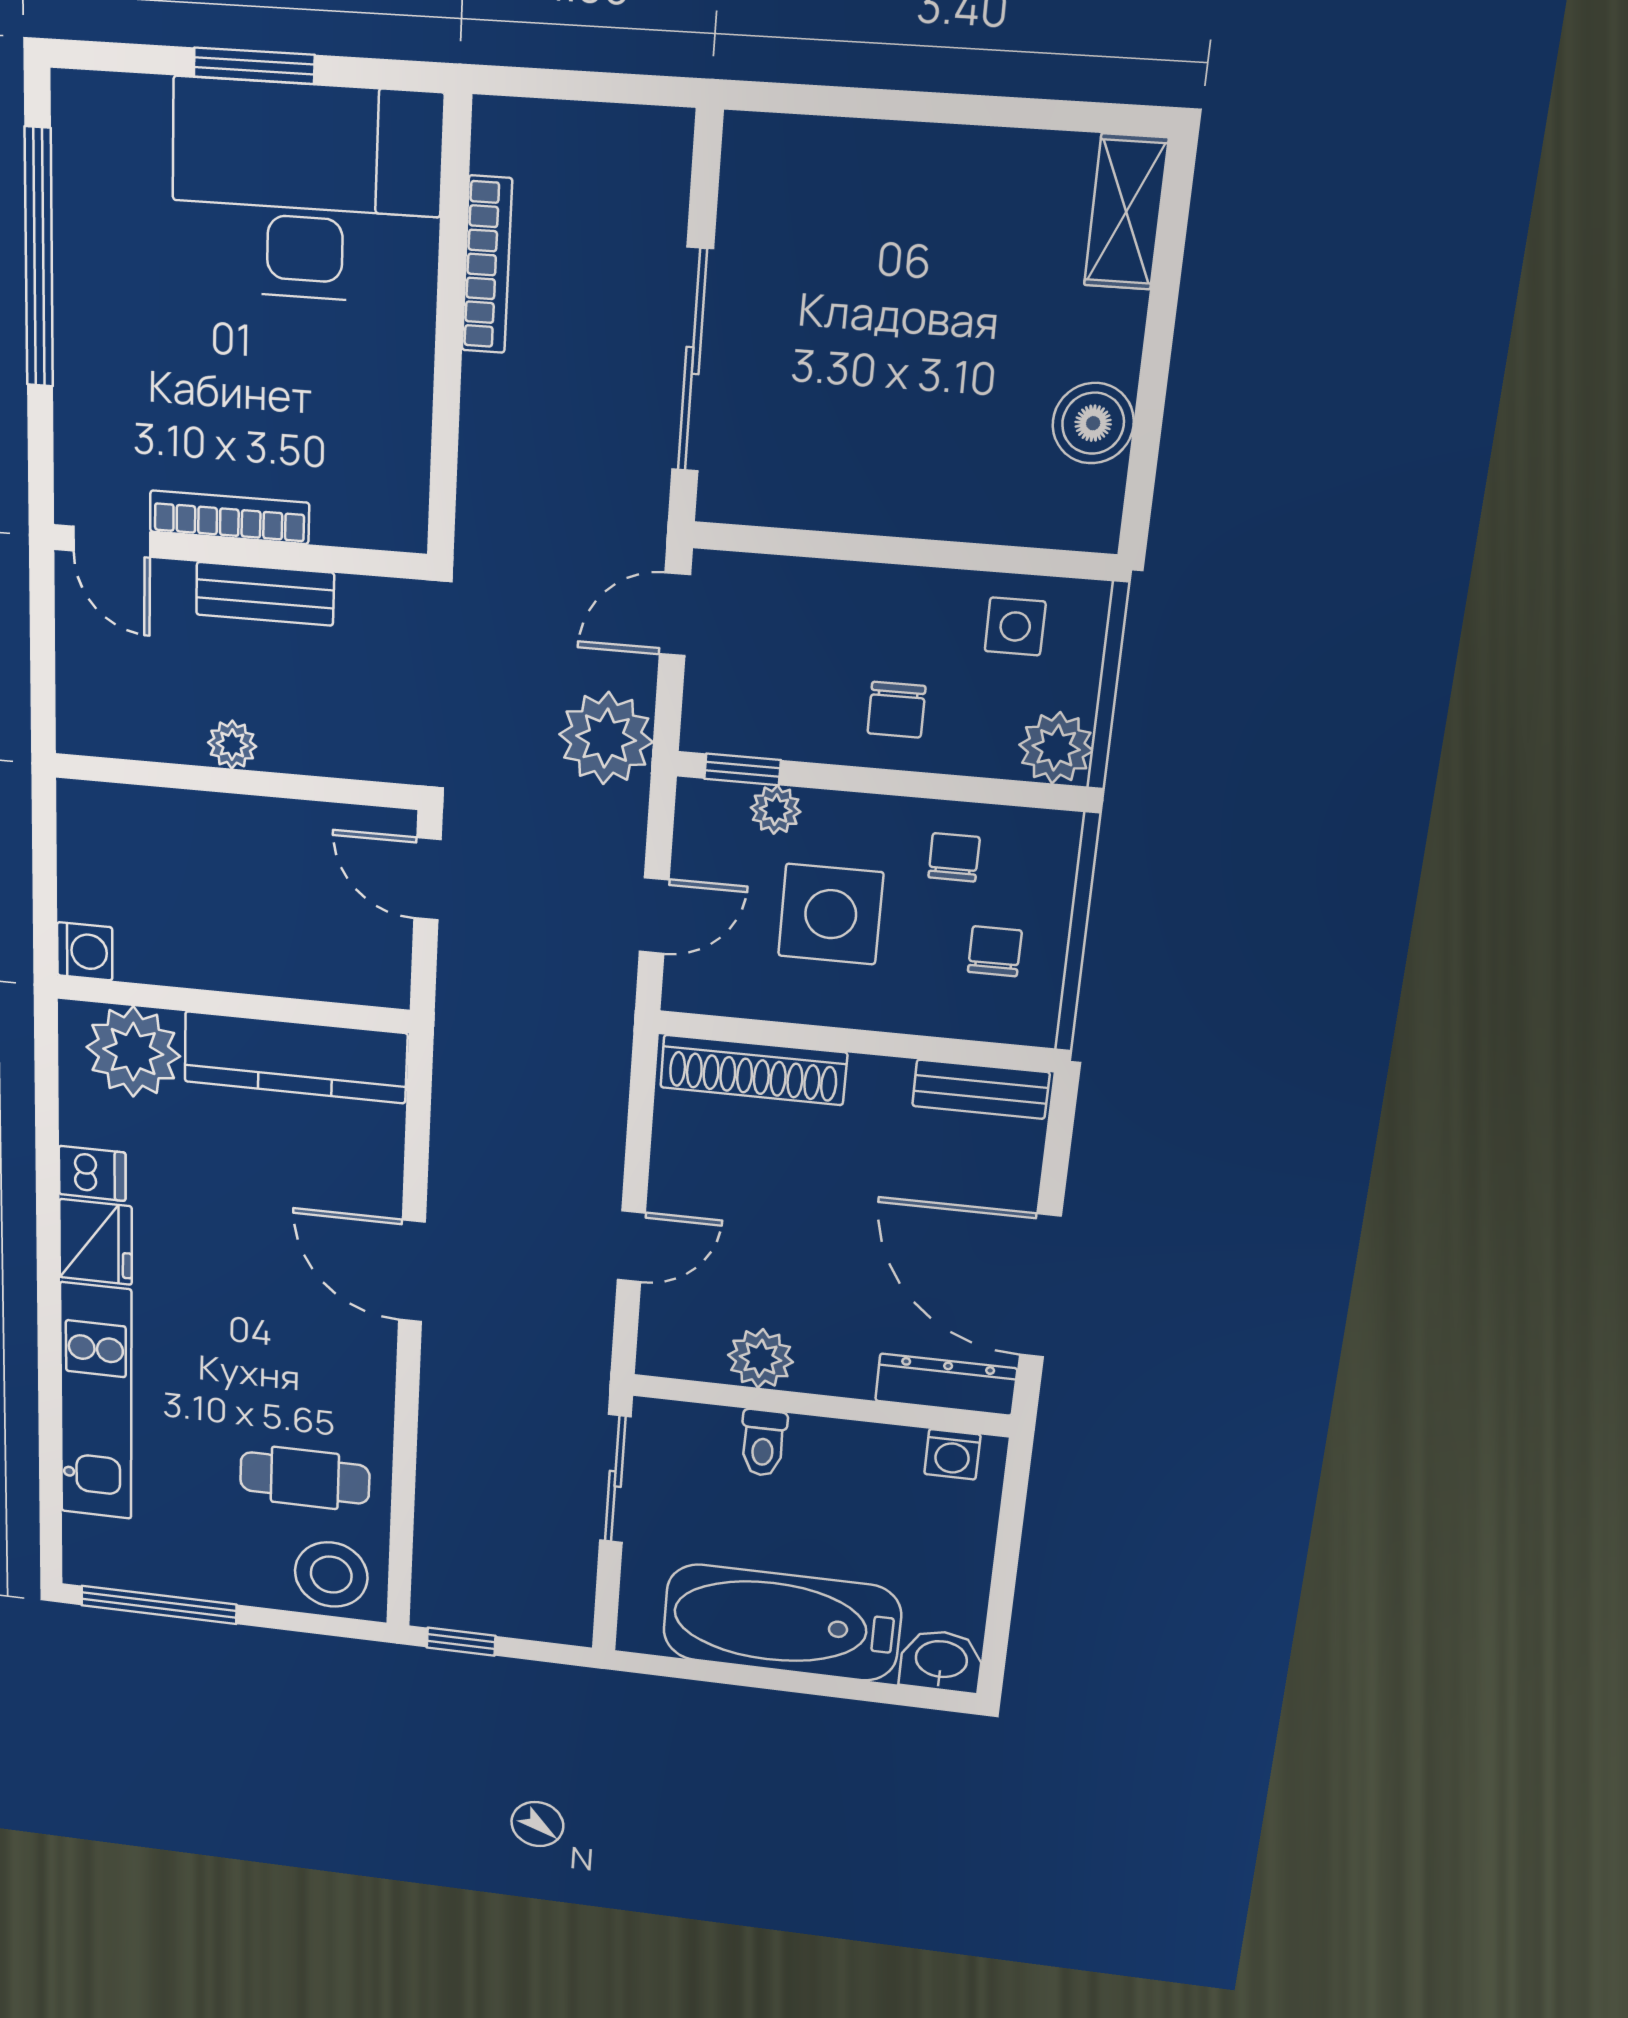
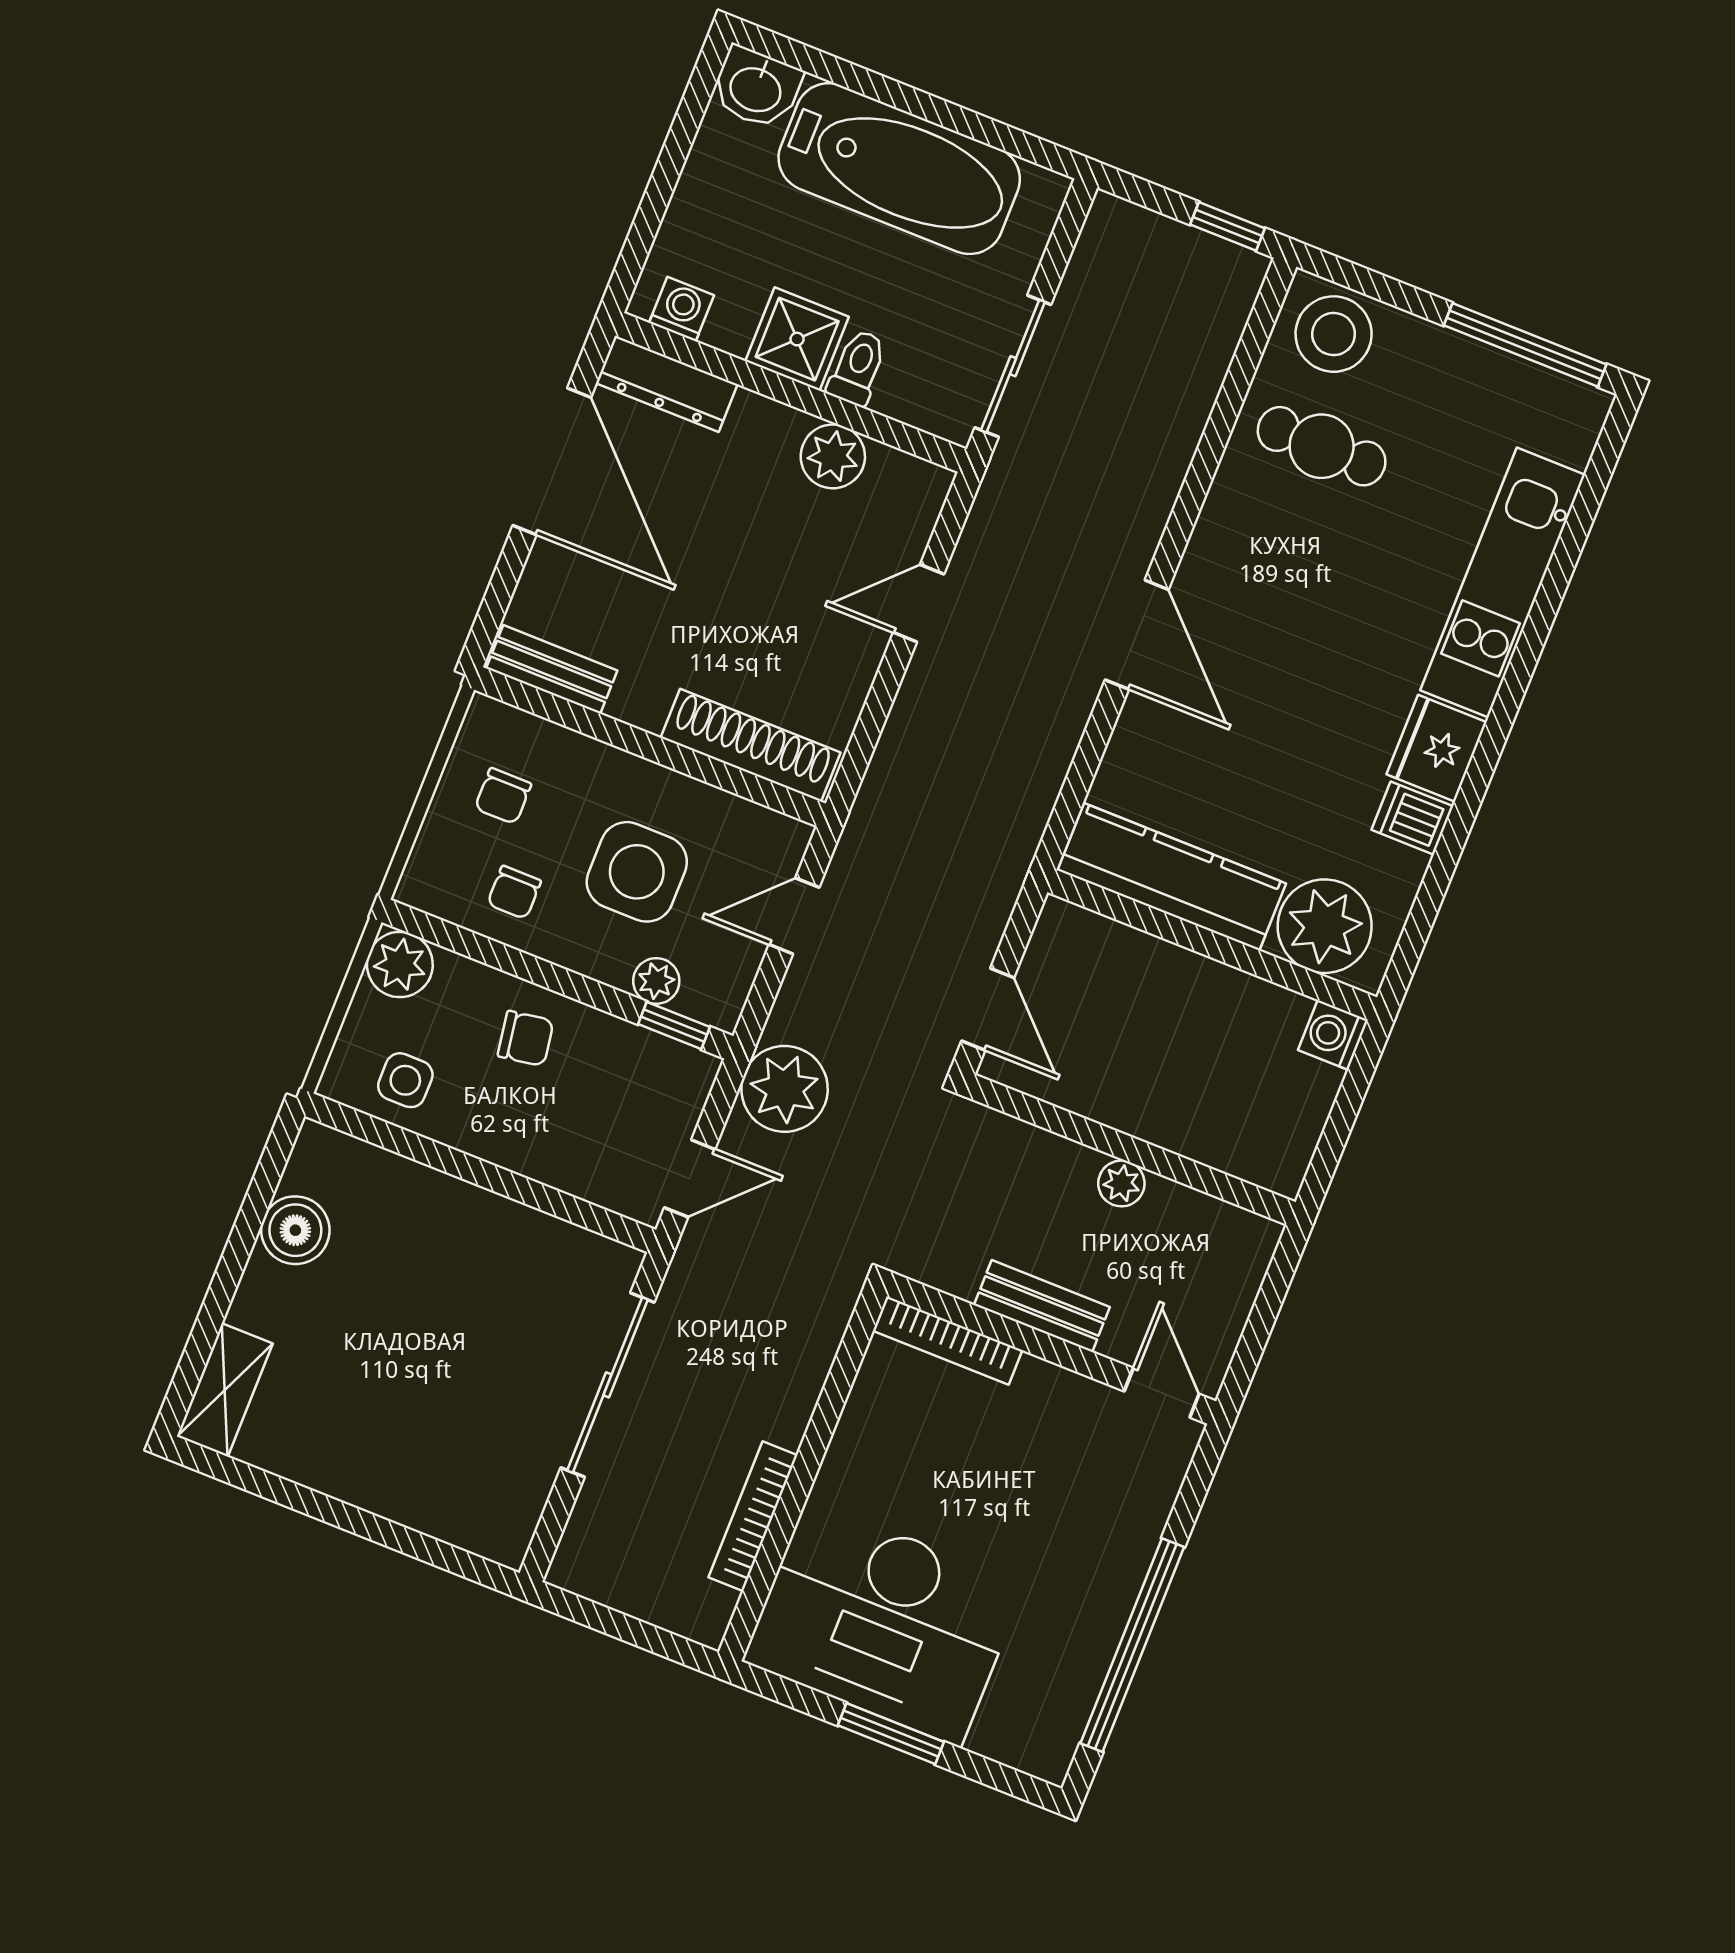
bookcase: (229, 517) -> (948, 1340), moved
chair: (896, 710) -> (526, 1038), turned 81
shower: (830, 1454) -> (797, 339), added

